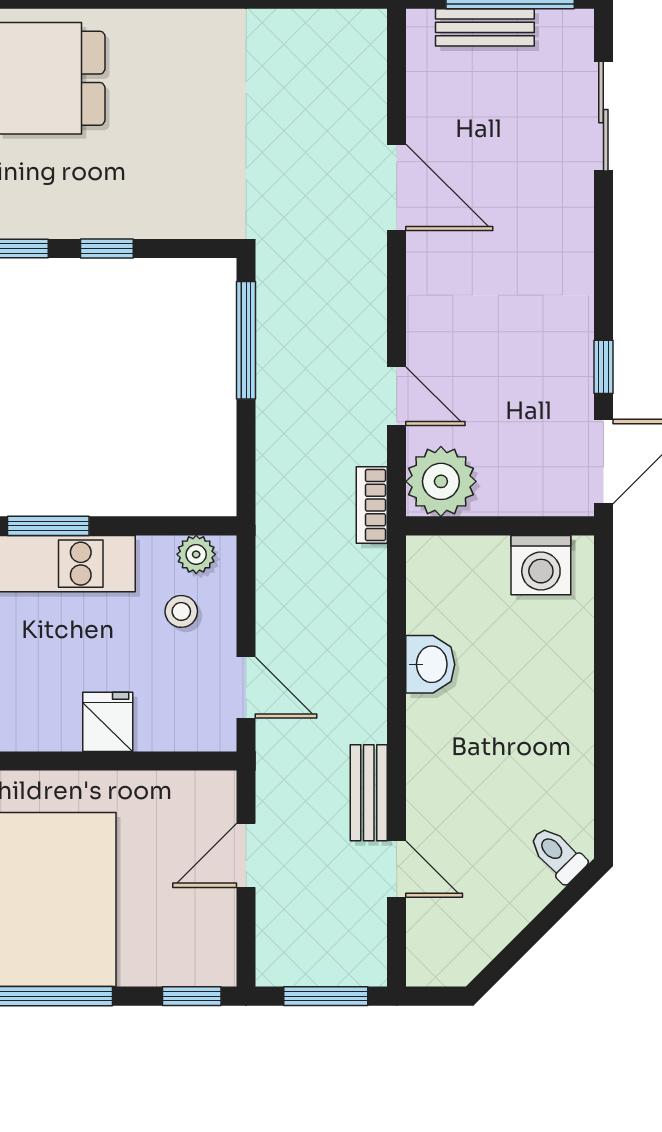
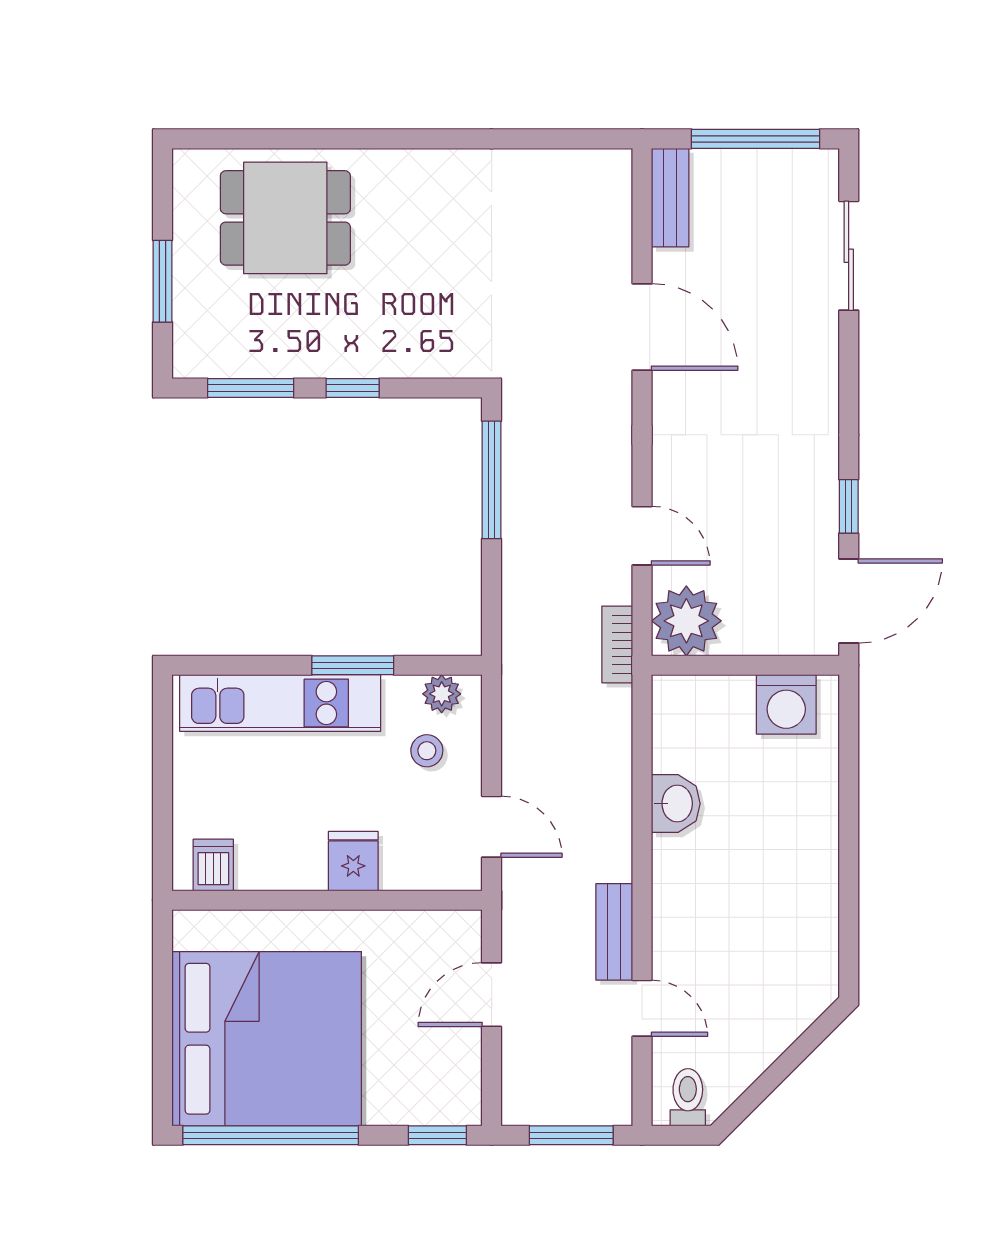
bench: (485, 27) -> (670, 198), moved, turned 90
window: (48, 526) -> (353, 665), moved
toilet: (557, 854) -> (688, 1097), moved, turned 45

